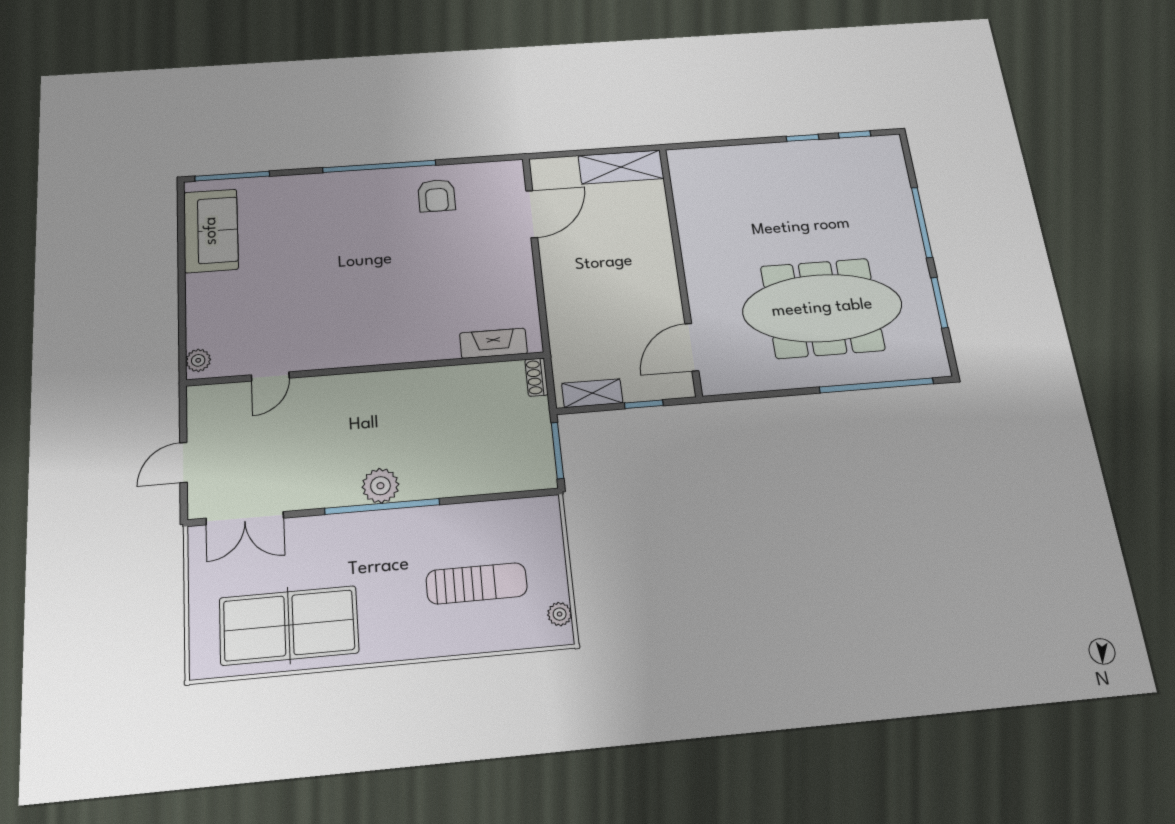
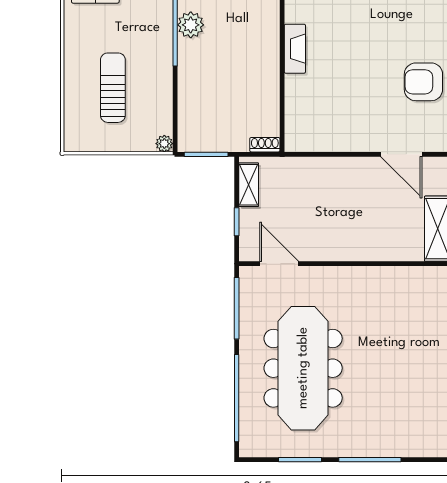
armchair: (437, 196) -> (423, 82), width x1.38, depth x1.38
fireplace: (493, 343) -> (295, 49), moved
window: (759, 395) -> (237, 308), added
sun lounger: (477, 583) -> (113, 88), turned 180
plant: (560, 614) -> (164, 144), moved

